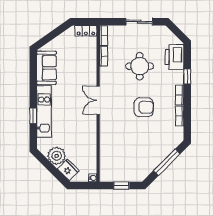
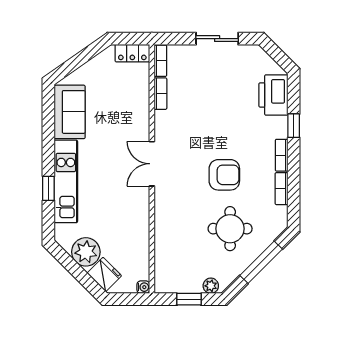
round table: (140, 66) -> (230, 229), moved
plant: (135, 177) -> (211, 286), added

